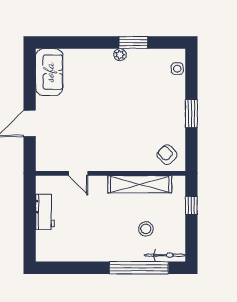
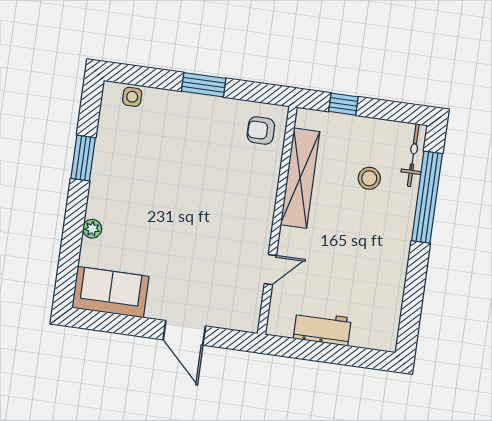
plant: (120, 55) -> (92, 229), moved
armchair: (167, 155) -> (261, 130), turned 45

